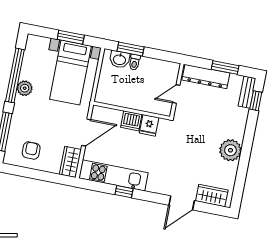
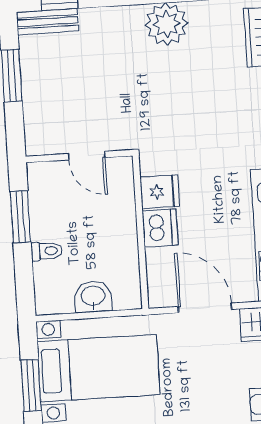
window: (131, 49) -> (20, 217), moved
washbasin: (120, 59) -> (93, 297), moved, turned -90
dresser: (206, 77) -> (38, 108), removed

